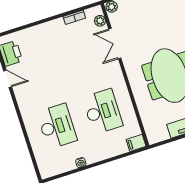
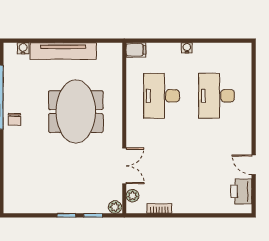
water cooler: (81, 163) -> (187, 48), moved

